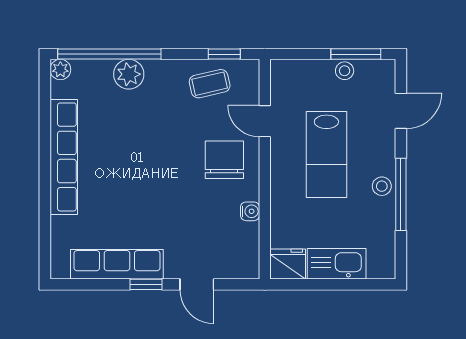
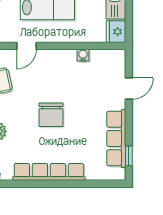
chair: (224, 160) -> (51, 115), moved, turned -90
window: (146, 284) -> (129, 156), moved

